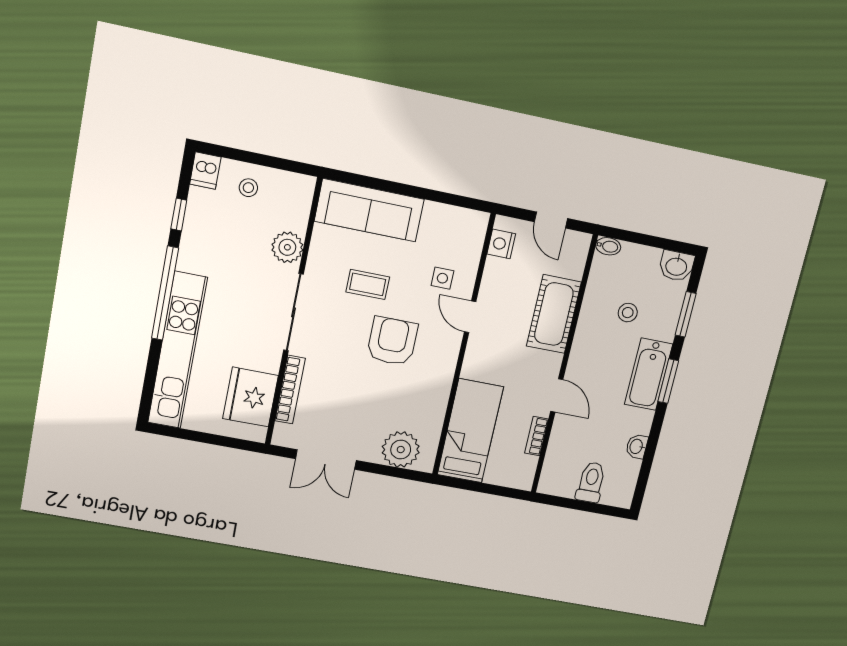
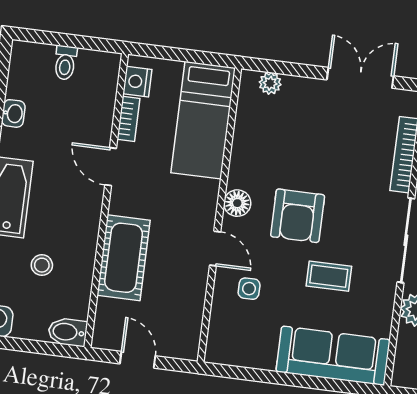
nightstand: (501, 244) -> (137, 82), moved, turned 180
bidet: (608, 246) -> (68, 332), width x1.38, depth x1.36
floor lamp: (446, 356) -> (237, 203), added
plant: (401, 450) -> (270, 83), width x0.53, depth x0.53
toilet: (591, 482) -> (65, 63), width x0.73, depth x0.72

